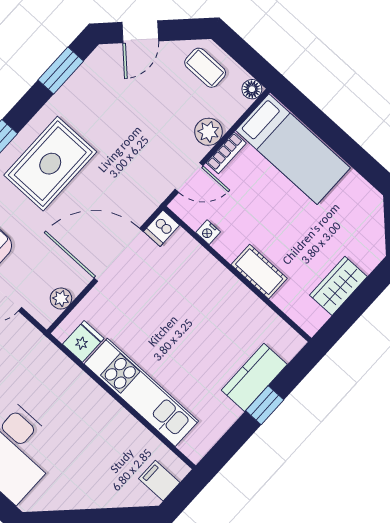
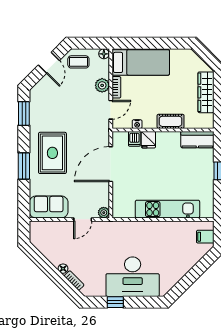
door: (140, 32) -> (49, 63), moved
dishwasher: (162, 228) -> (134, 139), moved
wardrobe: (338, 286) -> (206, 92), width x1.50
plant: (61, 299) -> (104, 213), moved
fridge: (83, 341) -> (148, 140), moved, turned 180
kitchen counter: (254, 377) -> (197, 140), moved, turned -90

